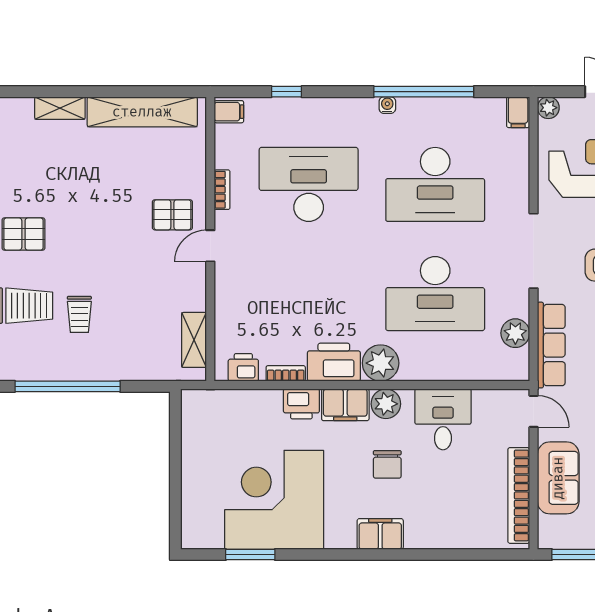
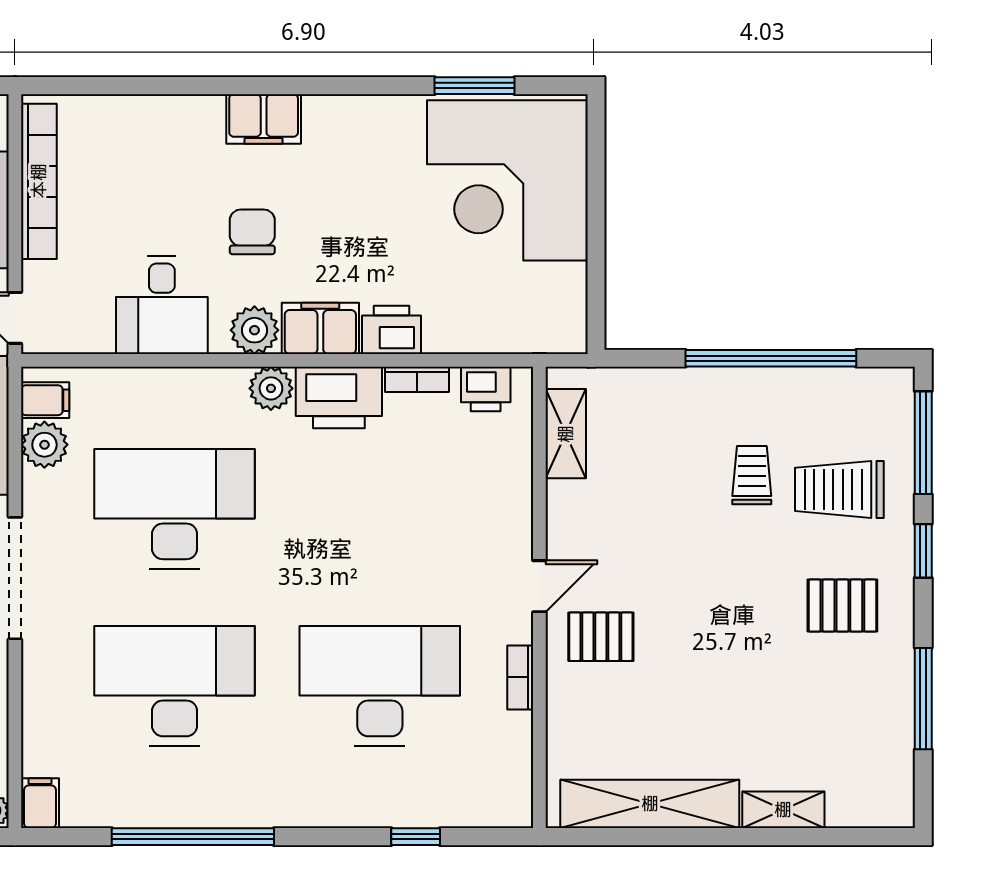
water cooler: (387, 105) -> (252, 815), removed
filing cabinet: (229, 112) -> (45, 400), moved, turned 180
desk: (309, 184) -> (380, 686), turned 180
plant: (381, 363) -> (271, 388), width x0.73, depth x0.73
corner desk: (274, 500) -> (507, 180), moved, turned 90

